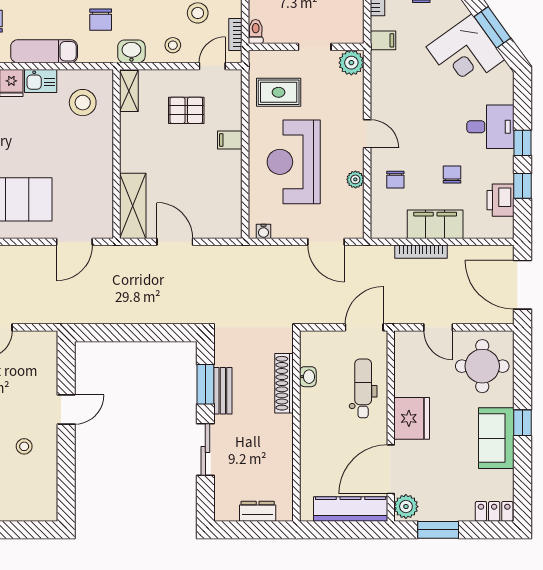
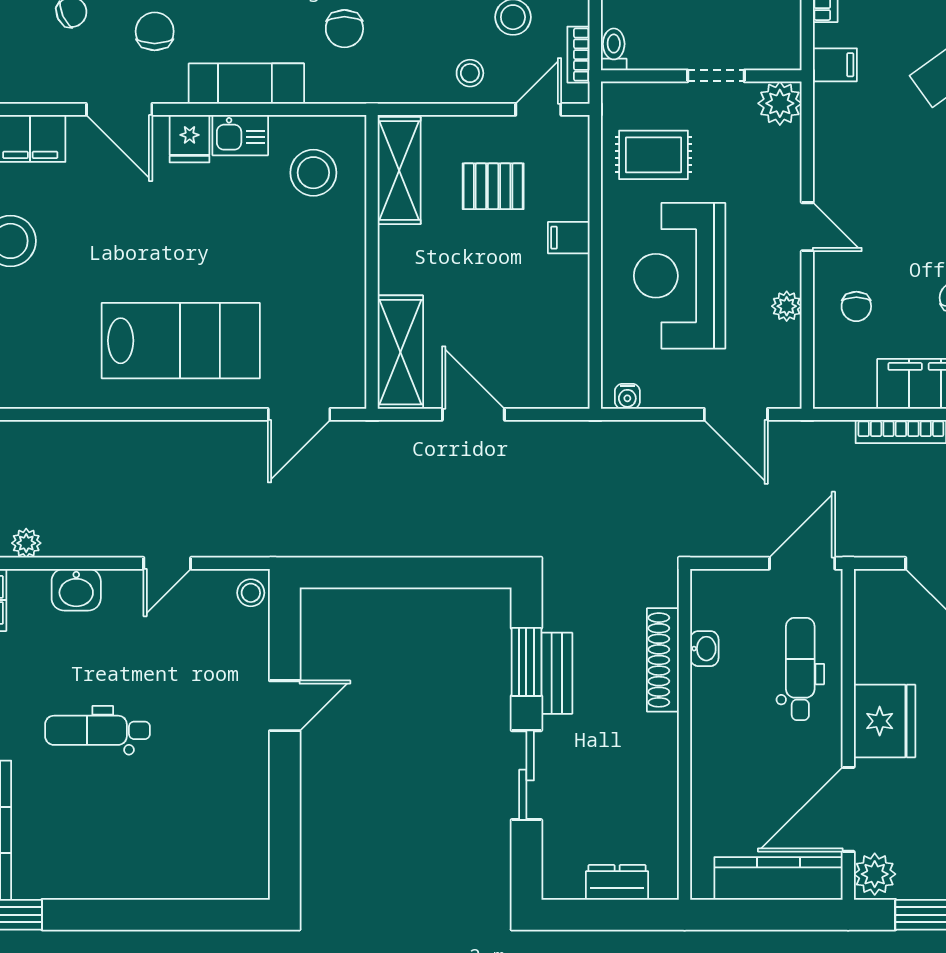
washbasin: (131, 51) -> (398, 84), removed
shelving: (129, 91) -> (399, 171), width x1.50, depth x1.33
stool: (24, 446) -> (251, 593), moved

